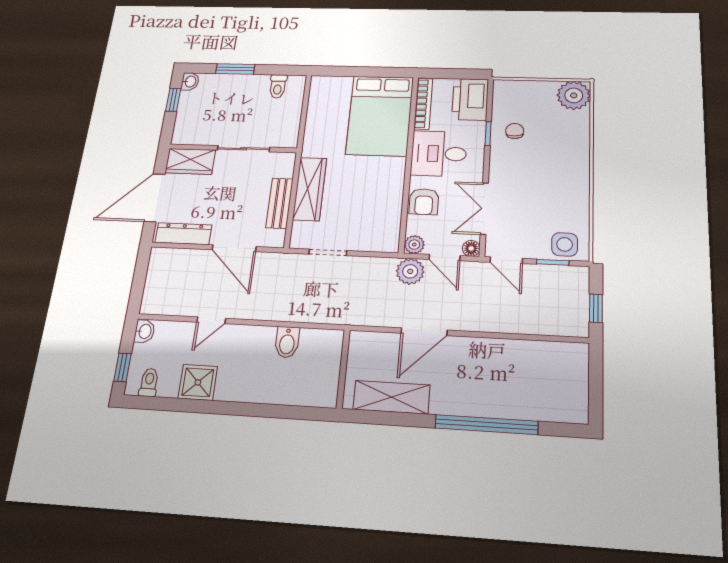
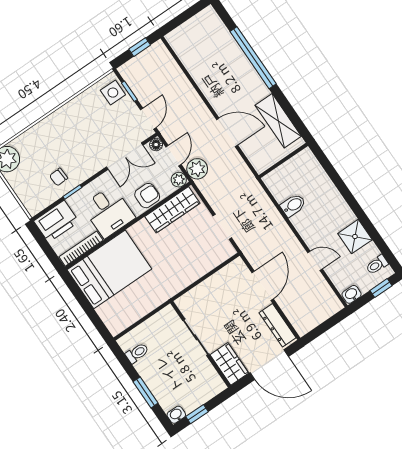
wardrobe: (310, 189) -> (172, 210), moved, turned 180
bench: (279, 203) -> (214, 283), removed

